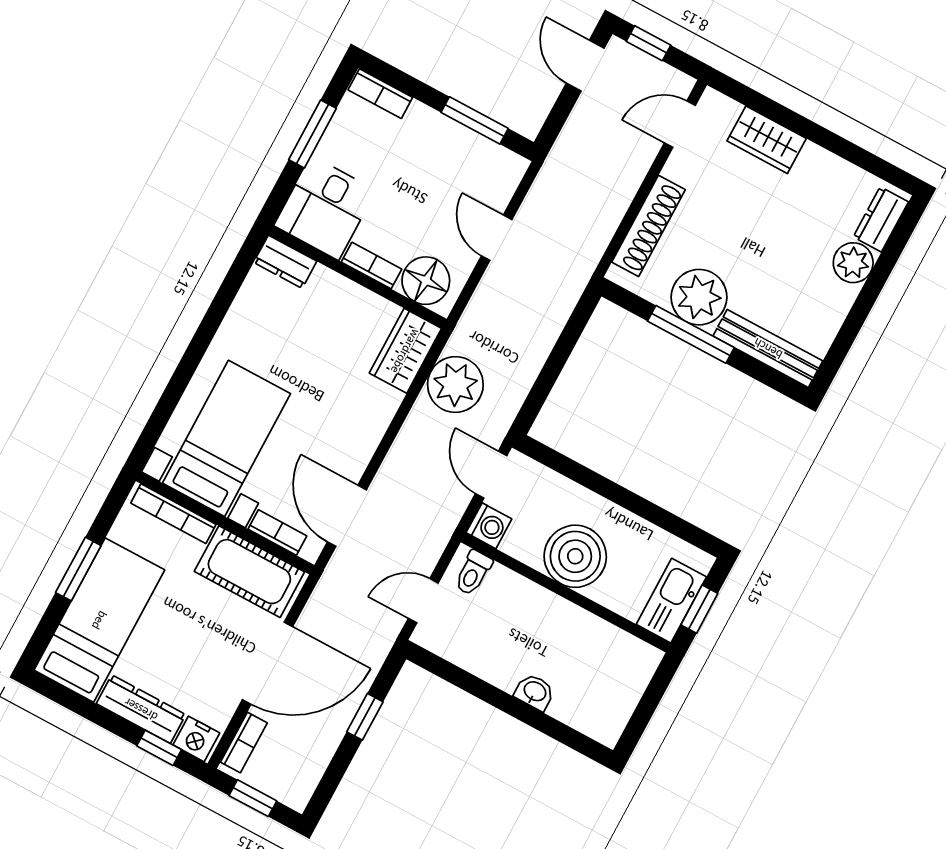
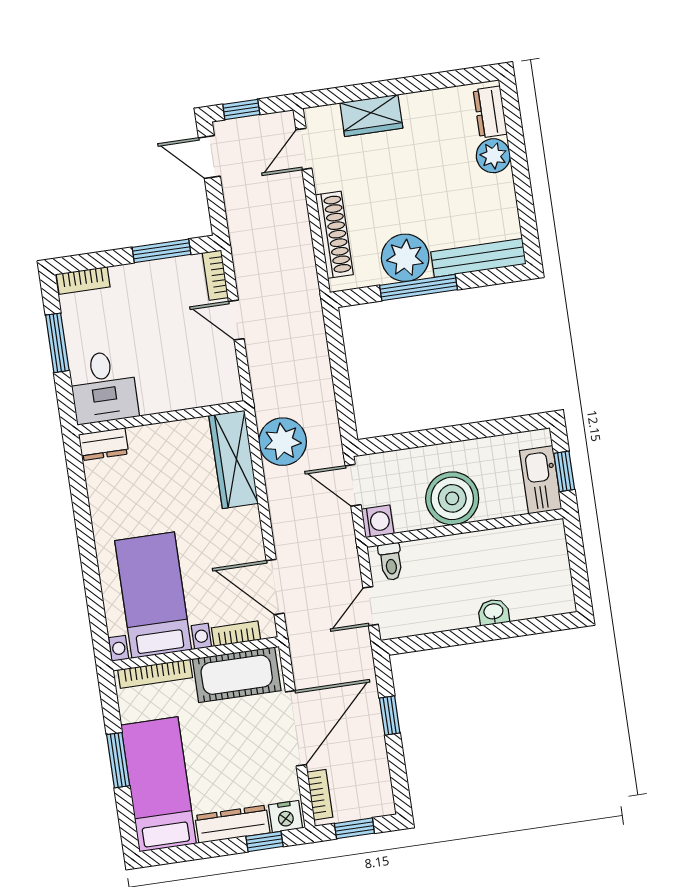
bookcase: (372, 266) -> (215, 275), moved, turned -90
floor lamp: (426, 281) -> (210, 386), removed
wardrobe: (405, 351) -> (234, 459), width x1.50

